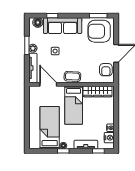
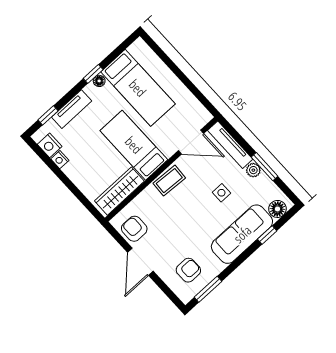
armchair: (99, 31) -> (188, 270), width x0.53, depth x0.53

